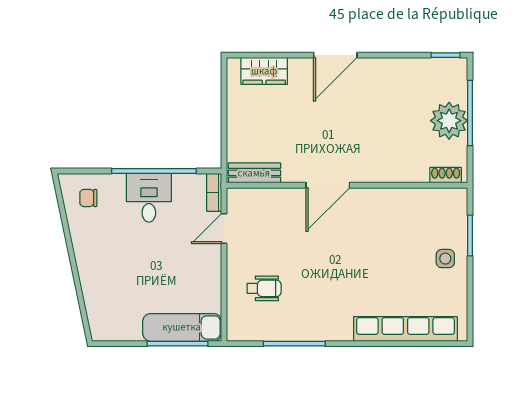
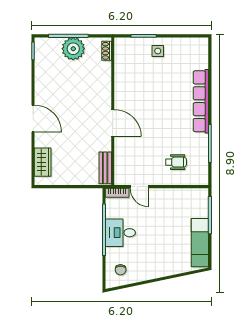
wheelchair: (264, 288) -> (176, 162), turned 90
exam couch: (182, 327) -> (200, 243), moved
row of seats: (406, 329) -> (201, 101), moved

